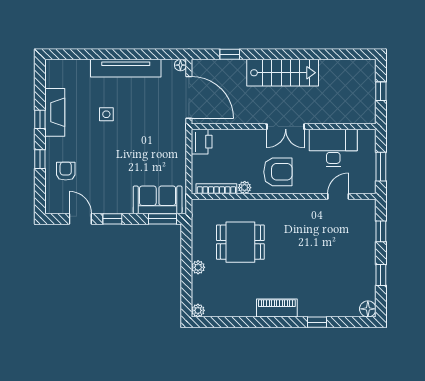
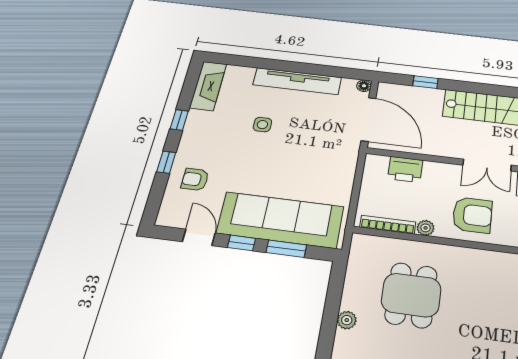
fireplace: (55, 112) -> (208, 86), moved
printer: (202, 142) -> (405, 169), moved, turned 90
armchair: (66, 171) -> (195, 179), turned -90
sofa: (158, 200) -> (280, 220), width x1.85, depth x1.27
window: (163, 219) -> (286, 249), moved
dining table: (240, 242) -> (411, 295), turned 90

